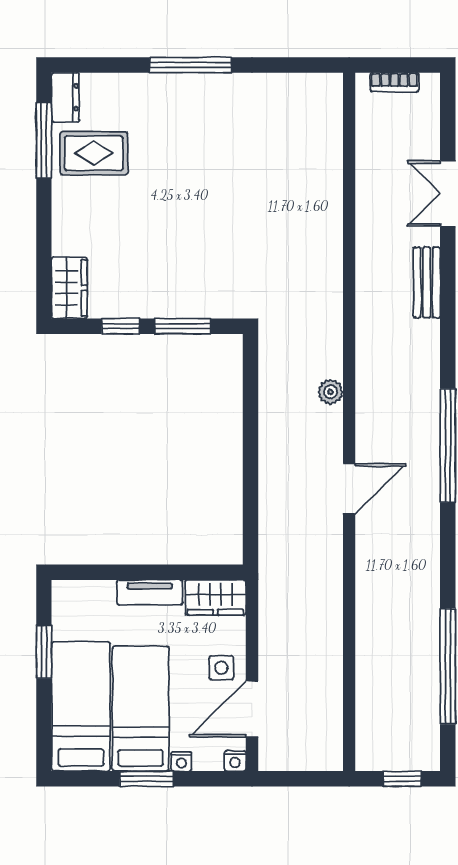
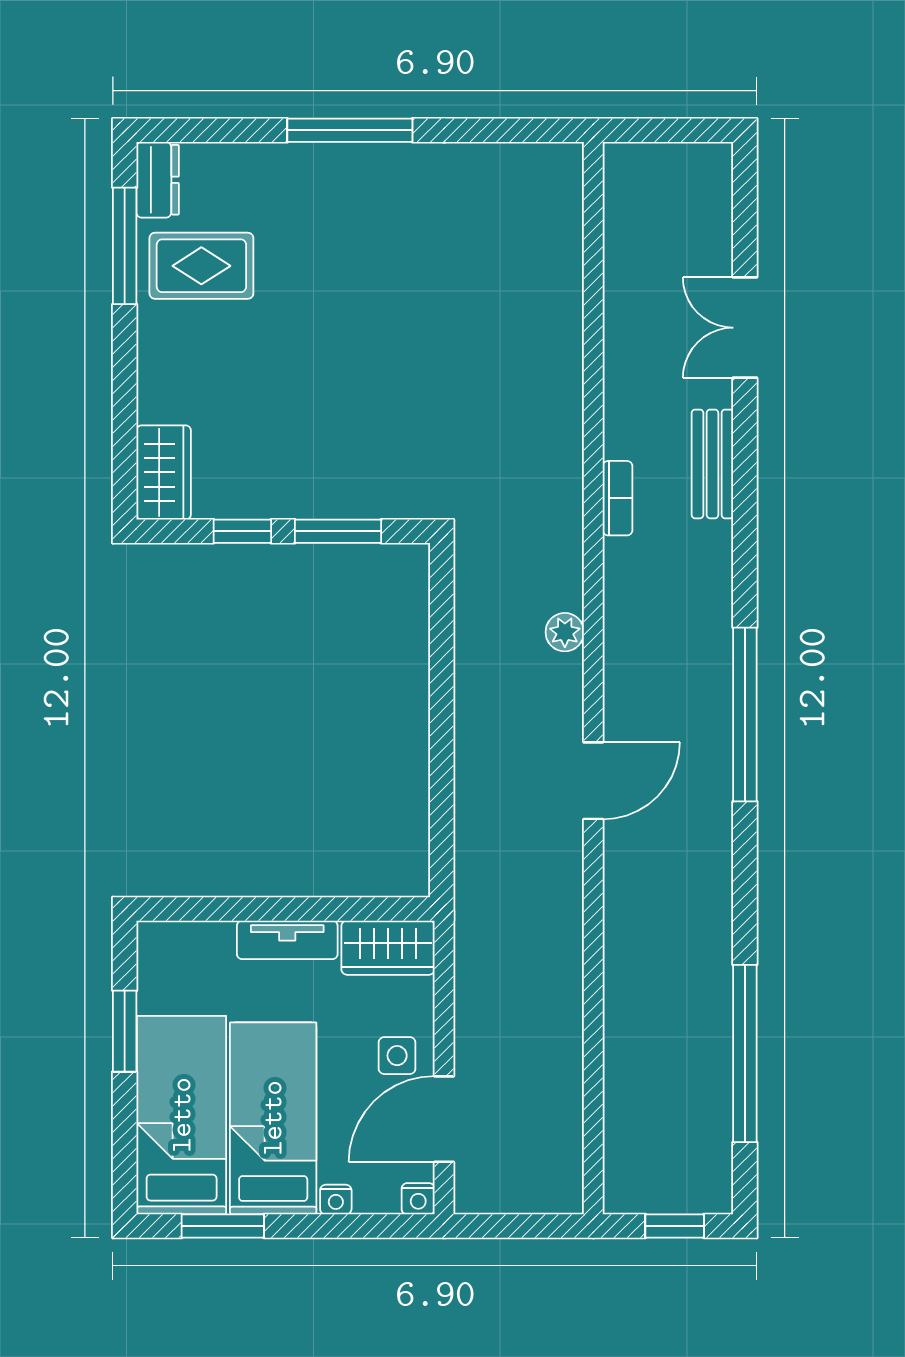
bookcase: (394, 82) -> (618, 498), moved, turned -90
window: (147, 779) -> (223, 1226), moved

